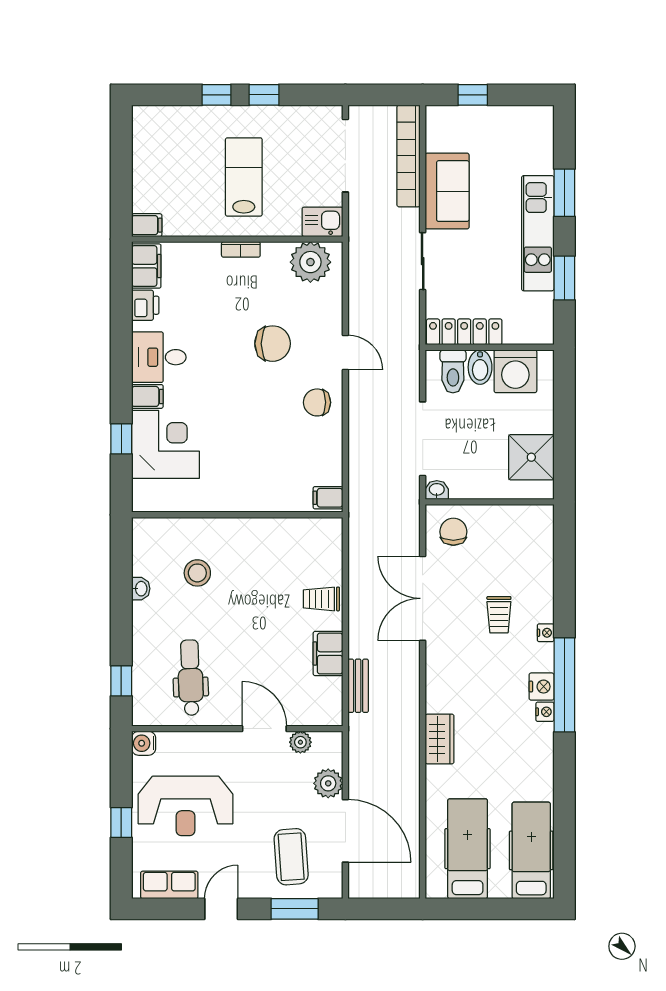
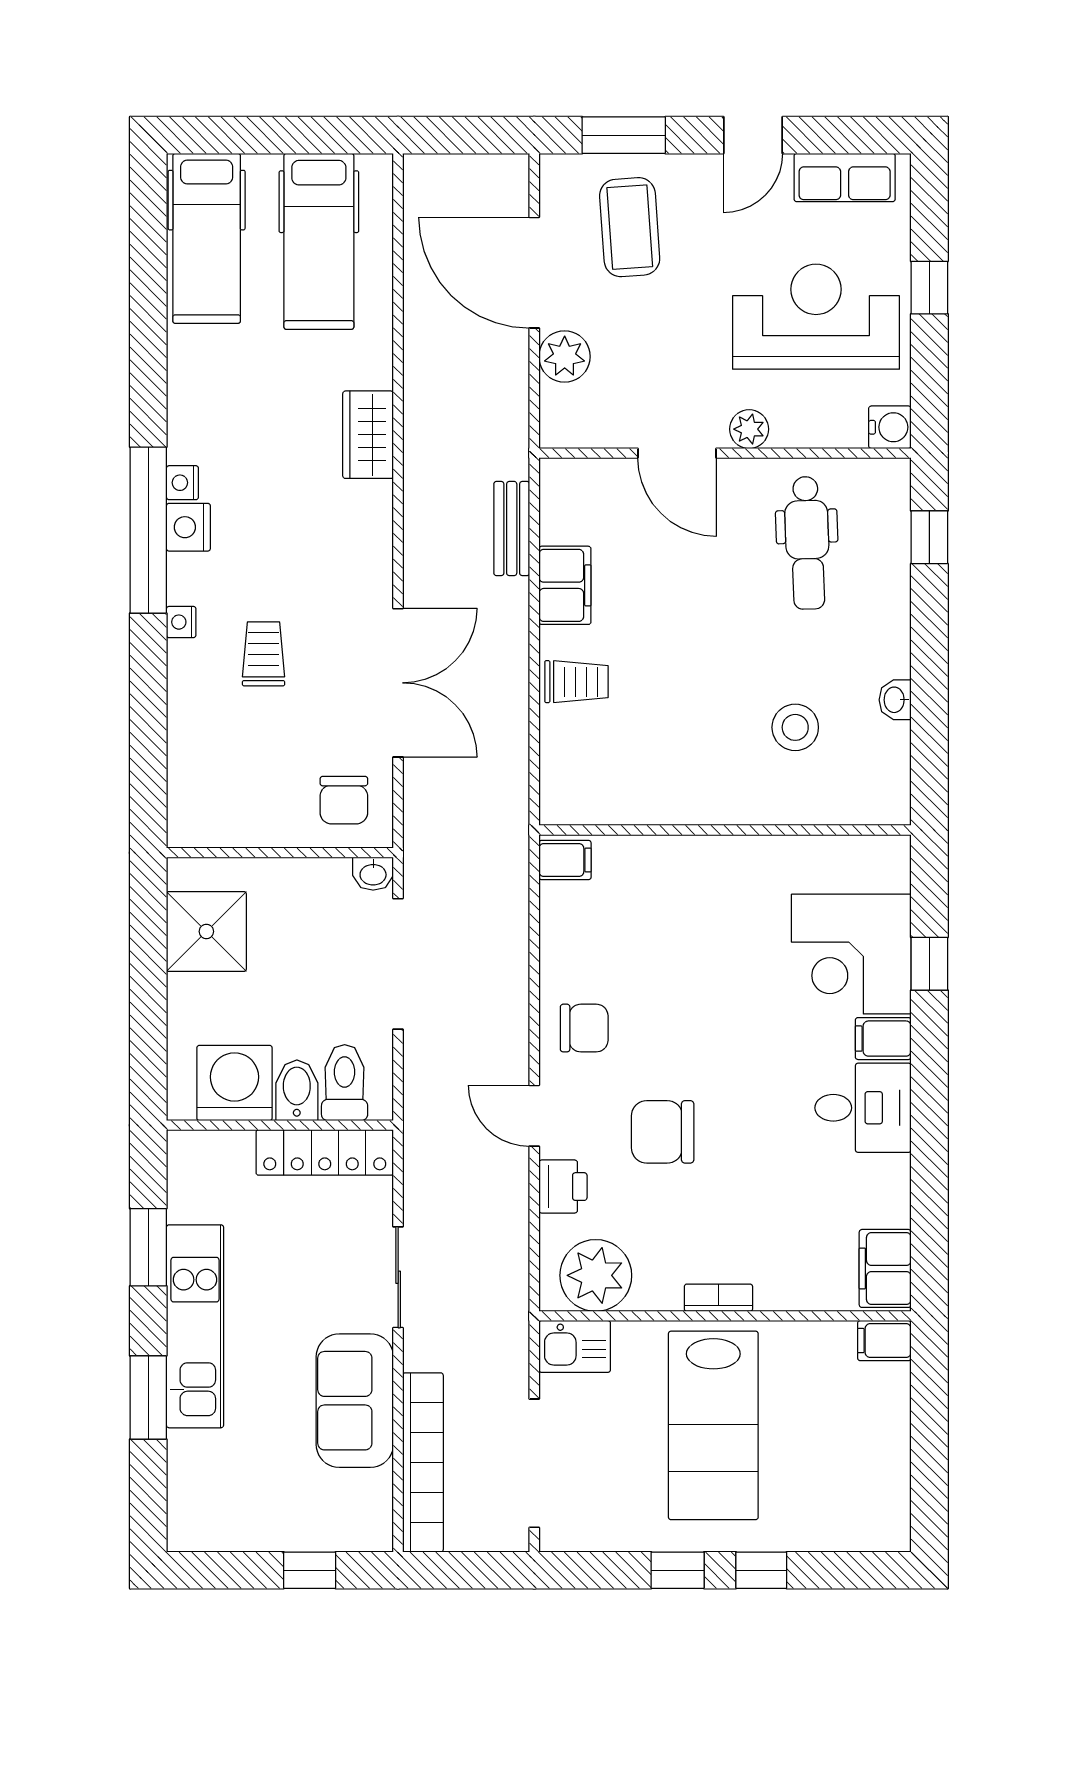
lab bench: (244, 177) -> (713, 1425), width x1.36, depth x1.39
printer: (145, 305) -> (563, 1187), moved, turned 180
plant: (300, 742) -> (749, 429), moved

